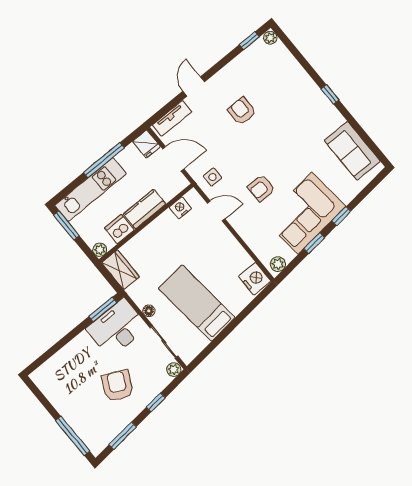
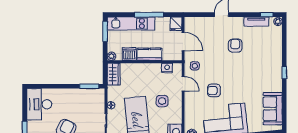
tv unit: (172, 118) -> (256, 22), moved
side table: (208, 254) -> (162, 101), added
desk: (117, 328) -> (39, 104), moved, turned -90

